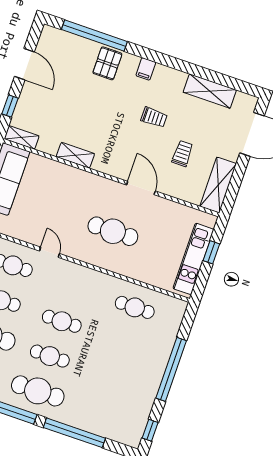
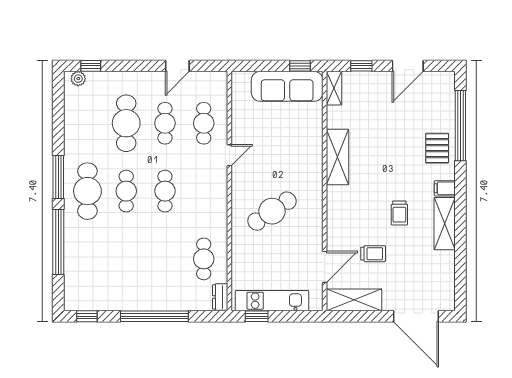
pallet: (107, 63) -> (437, 148), turned 90
shelving: (210, 91) -> (445, 224), moved
shelving: (75, 155) -> (337, 157), width x1.50, depth x1.33
door: (141, 188) -> (325, 267), moved
cafe table: (113, 231) -> (272, 211), turned 56
window: (211, 252) -> (257, 316), moved
dresser: (174, 304) -> (220, 297), added

